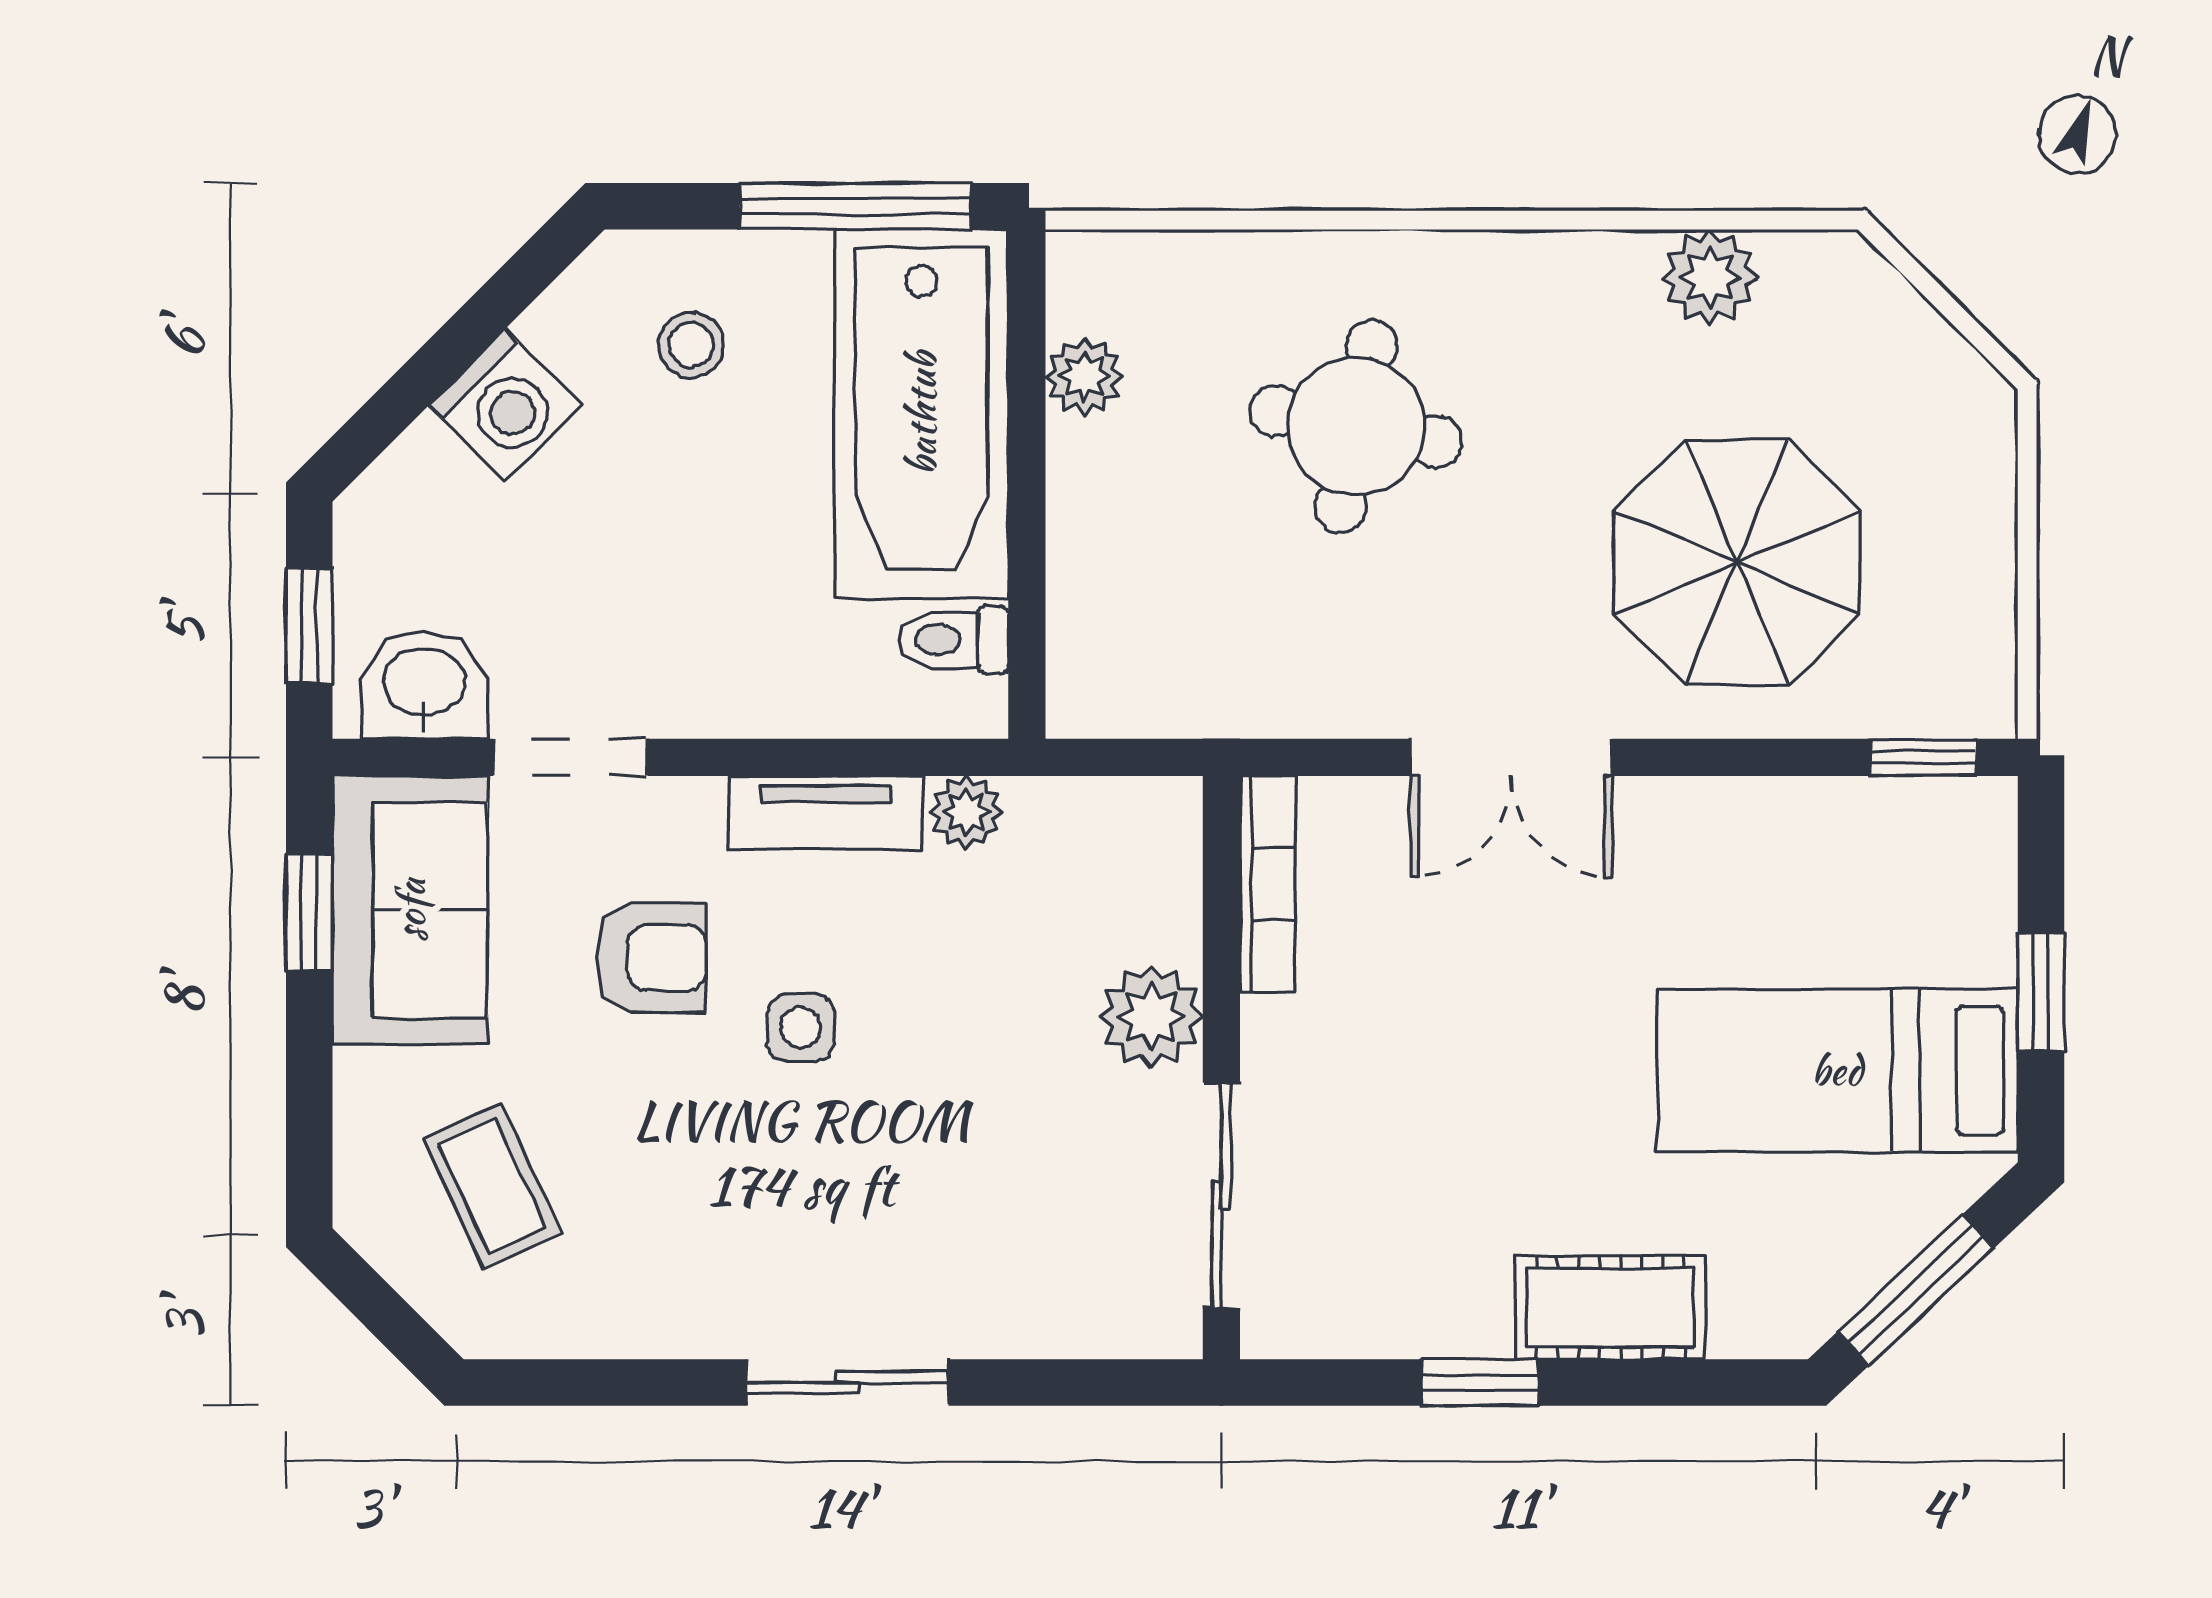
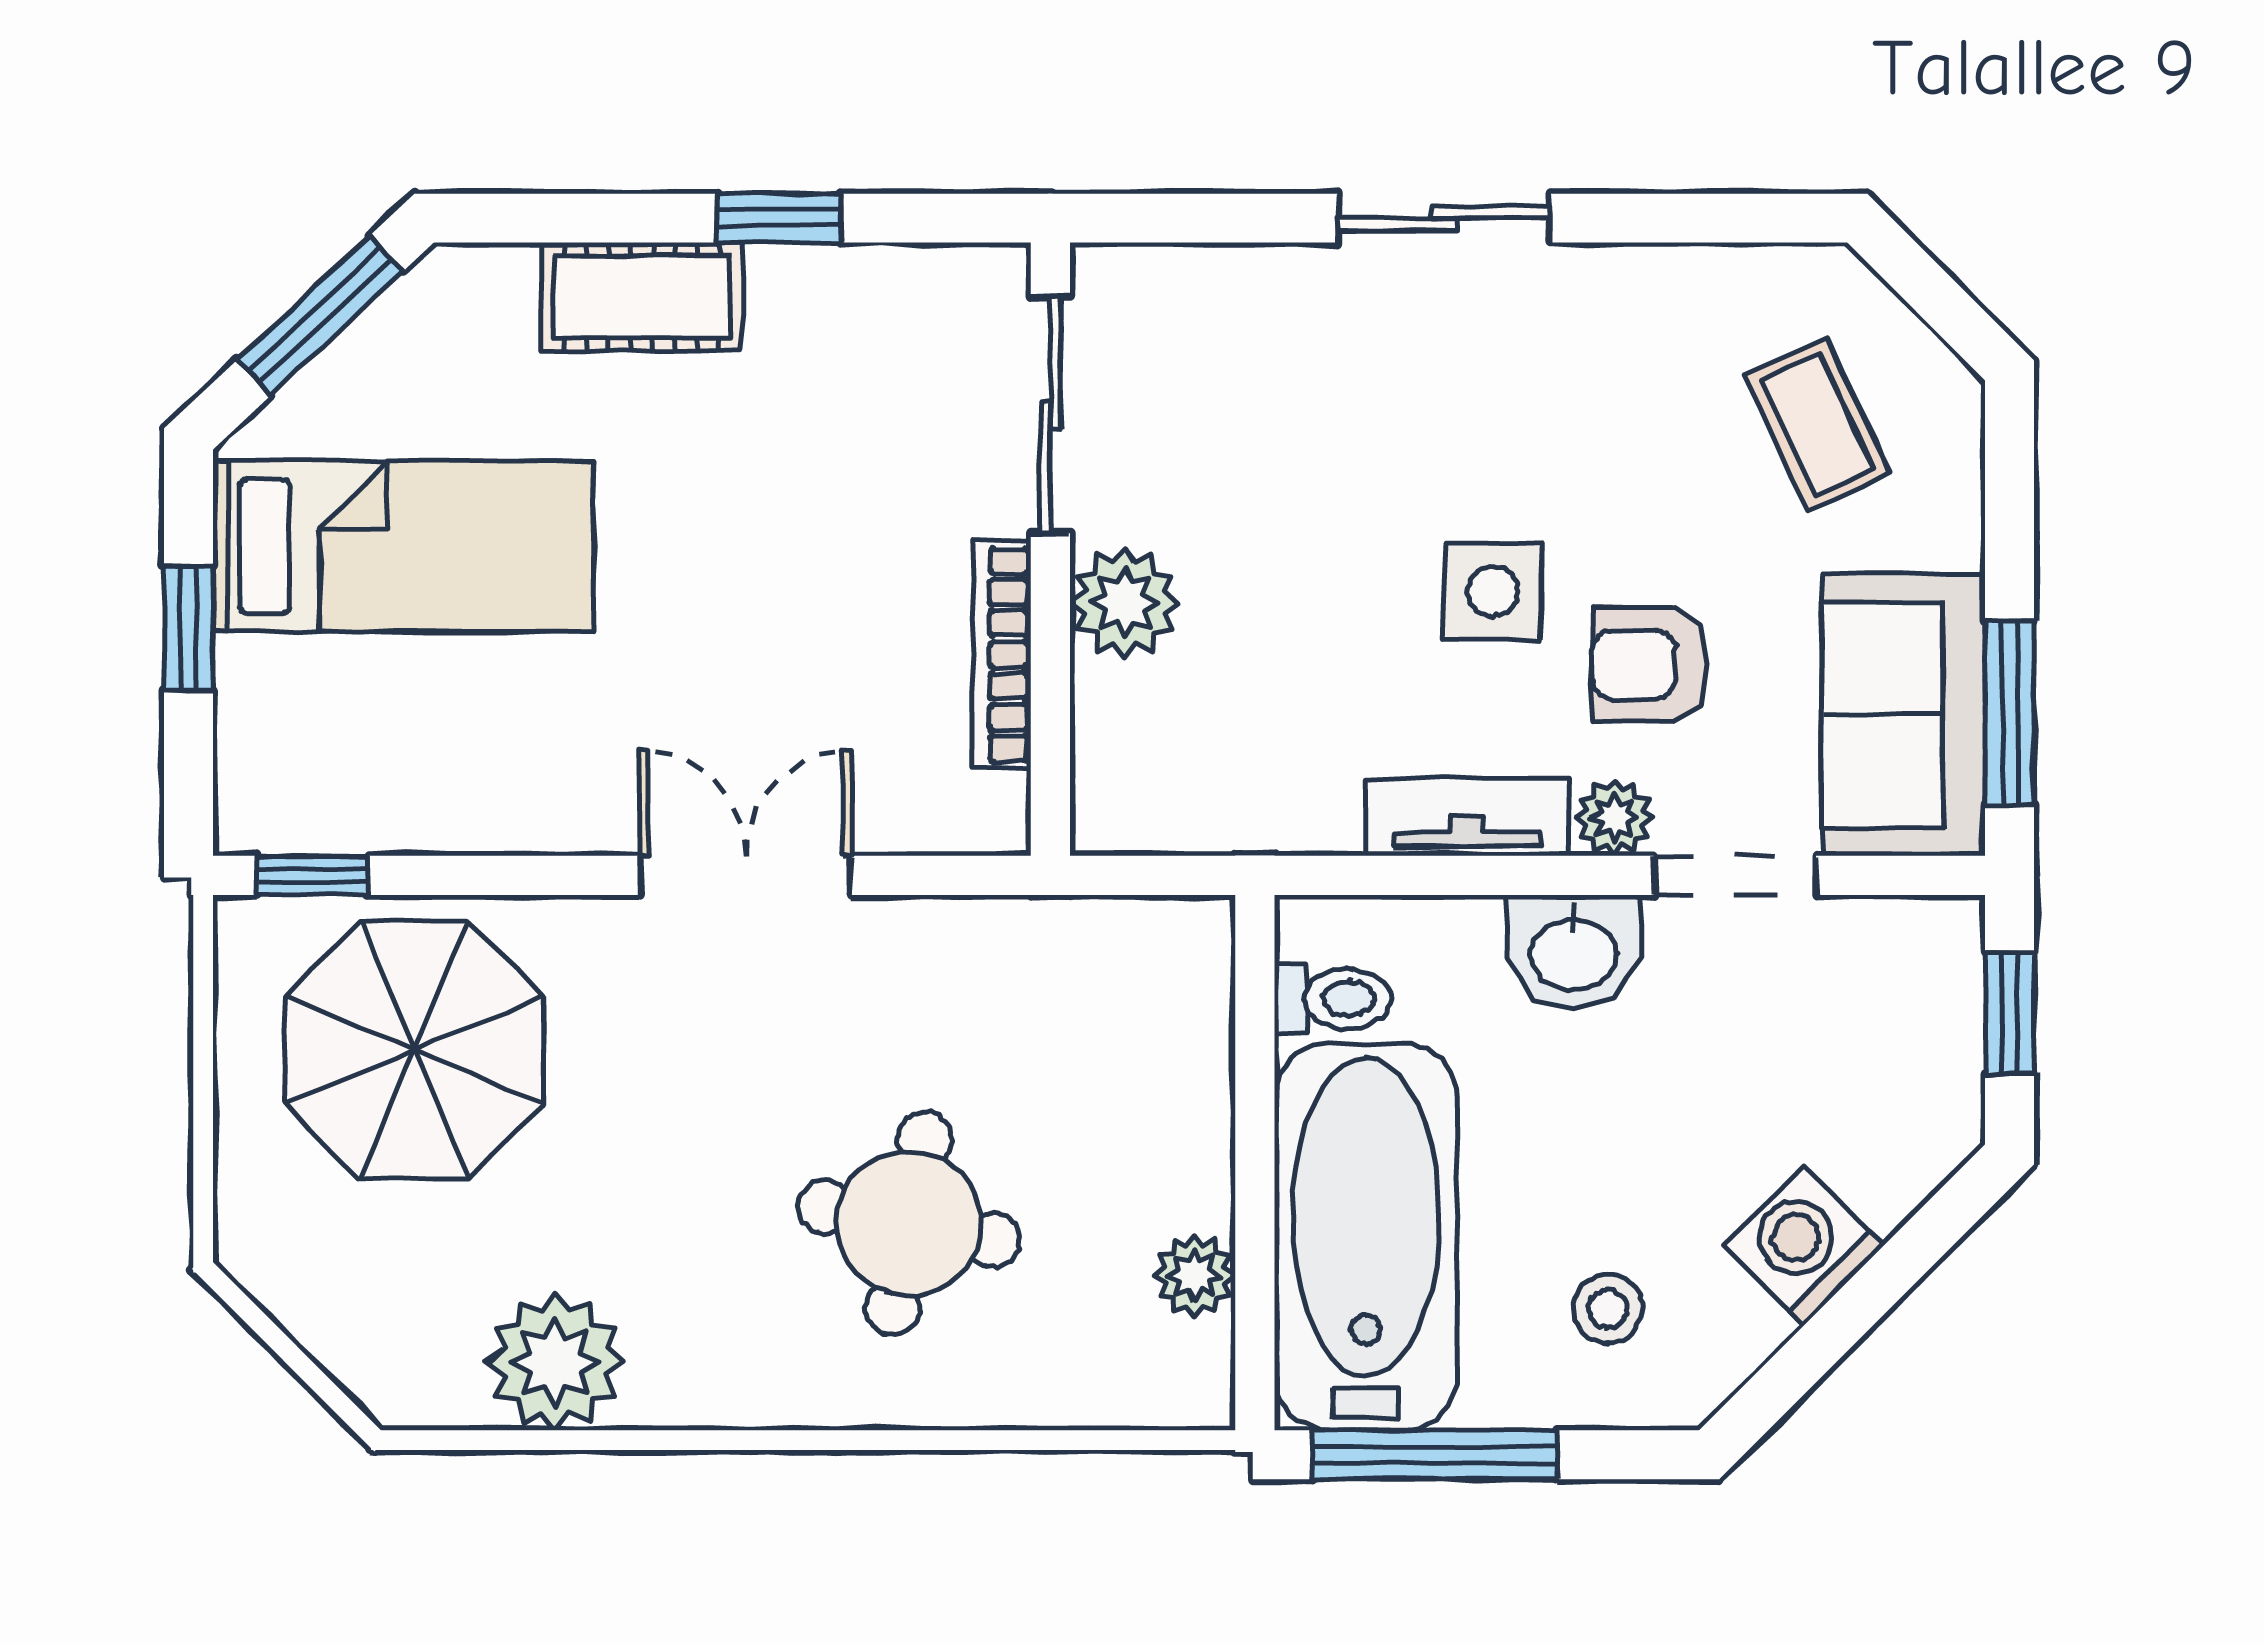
plant: (1710, 277) -> (555, 1362), width x1.36, depth x1.36
parasol: (1737, 562) -> (414, 1050), moved
washbasin: (424, 685) -> (1573, 951), moved
plant: (966, 812) -> (1614, 818), moved
bookcase: (1268, 884) -> (1002, 655), moved
window: (309, 912) -> (2010, 713), width x1.50
side table: (801, 1027) -> (1493, 591), width x1.37, depth x1.37

